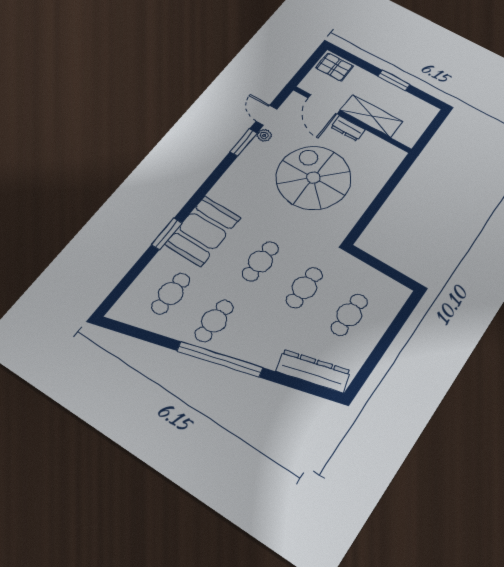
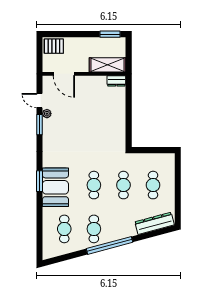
window: (394, 80) -> (110, 34), moved
shelving: (372, 116) -> (108, 65), moved
dresser: (348, 128) -> (116, 81), moved
spiral stairs: (313, 178) -> (88, 122), removed
window: (167, 234) -> (40, 181), moved

